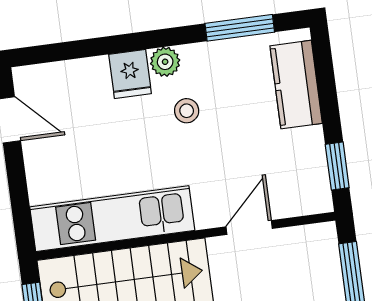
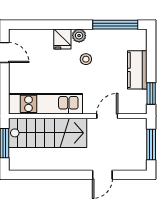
window: (240, 28) -> (115, 25), width x1.44
kitchen counter: (296, 85) -> (137, 70), moved

